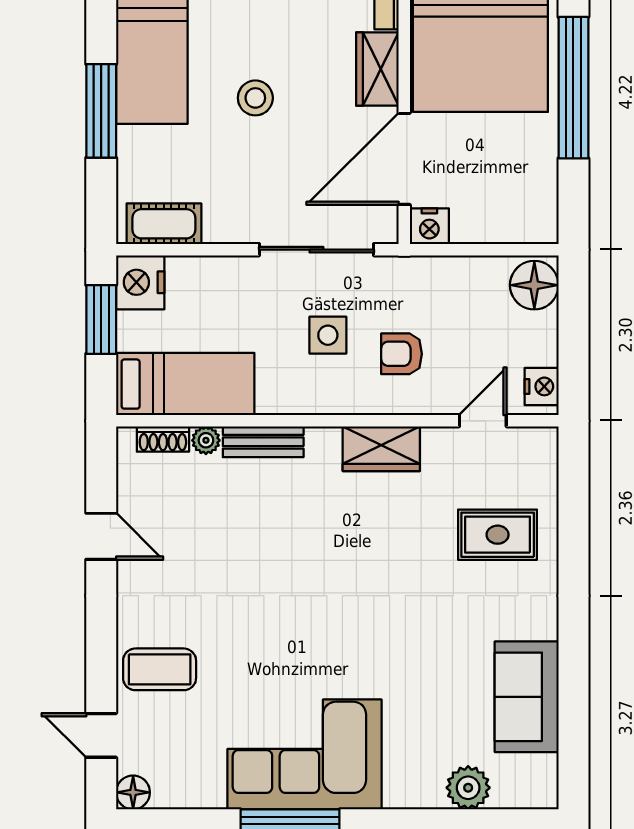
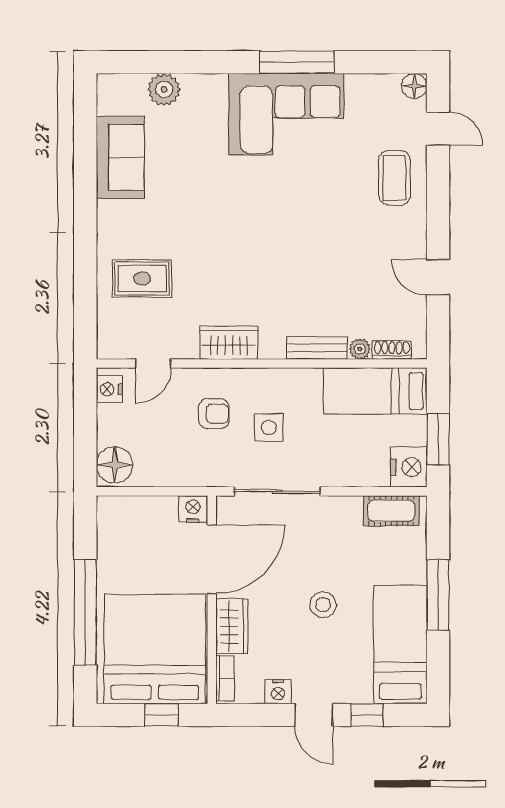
coffee table: (160, 669) -> (394, 178), turned 90

